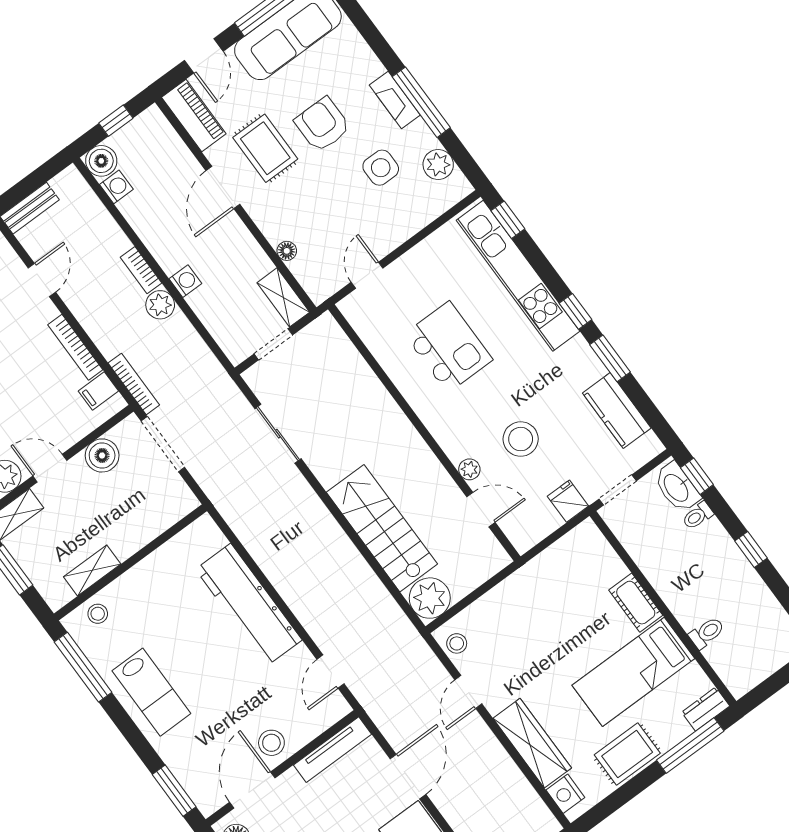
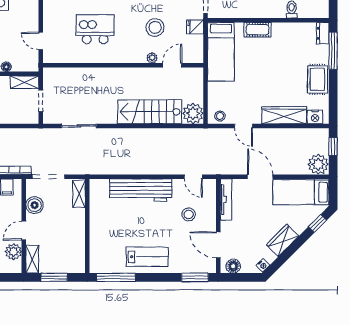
shelving: (92, 570) -> (79, 194), moved
stool: (98, 614) -> (99, 255), removed
bed: (633, 672) -> (221, 52), moved
stool: (271, 743) -> (189, 214), moved

